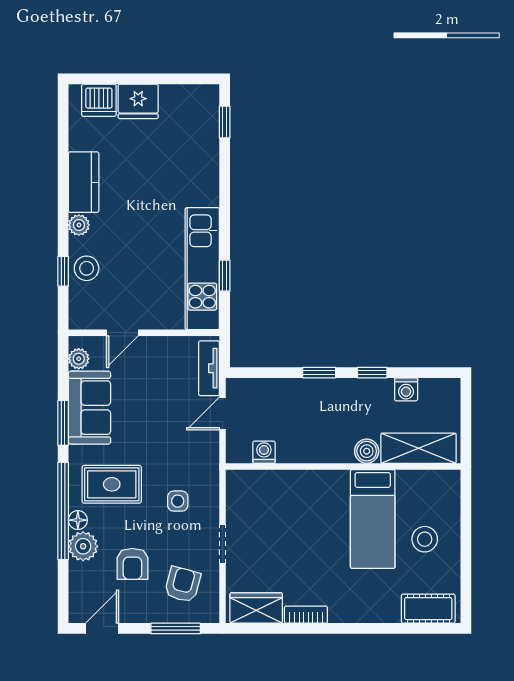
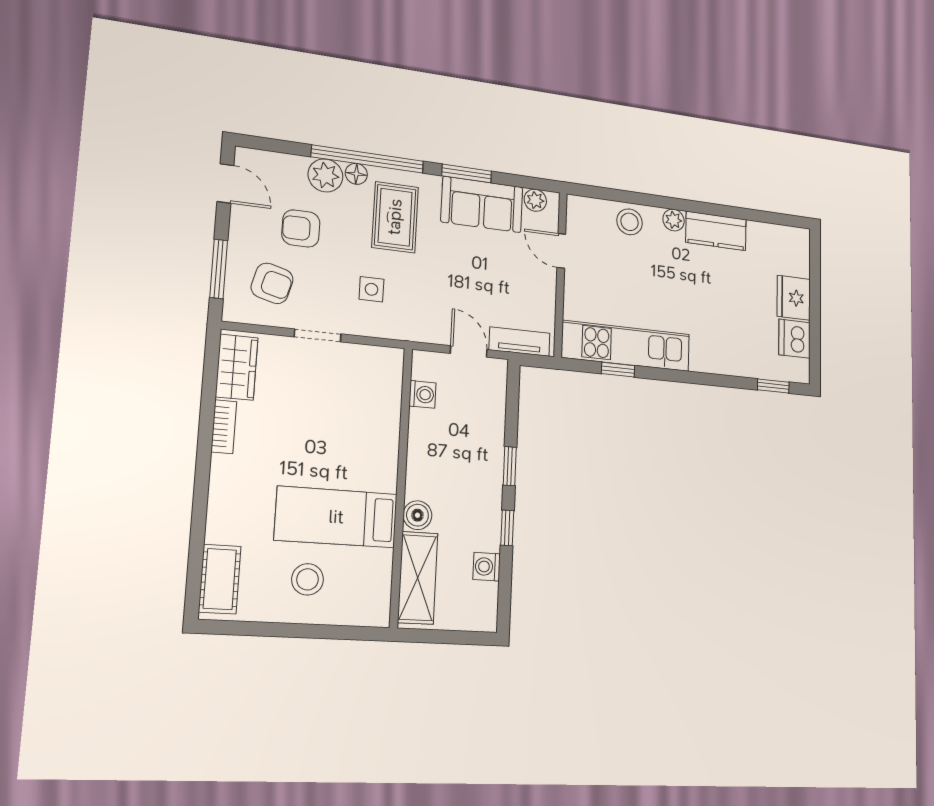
dishwasher: (99, 100) -> (795, 339), moved
window: (63, 271) -> (627, 197), removed

